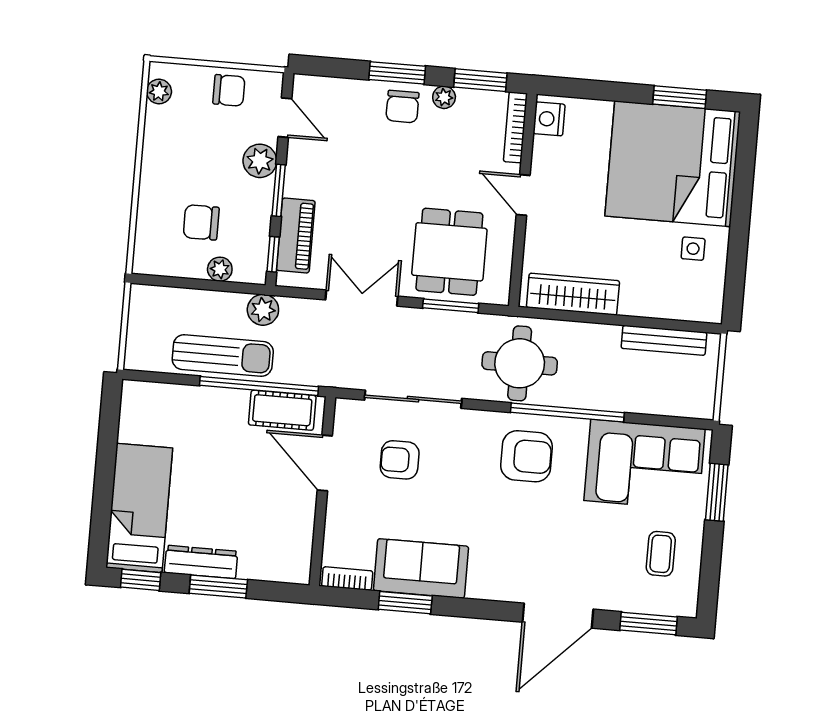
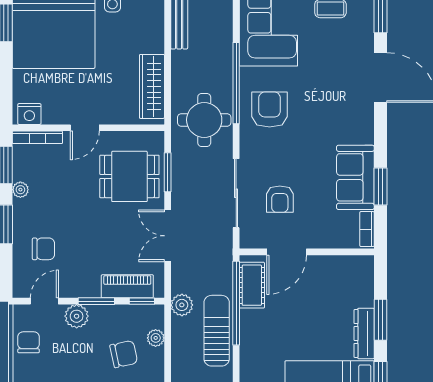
chair: (402, 107) -> (43, 249), moved
chair: (201, 222) -> (124, 354), turned -102

